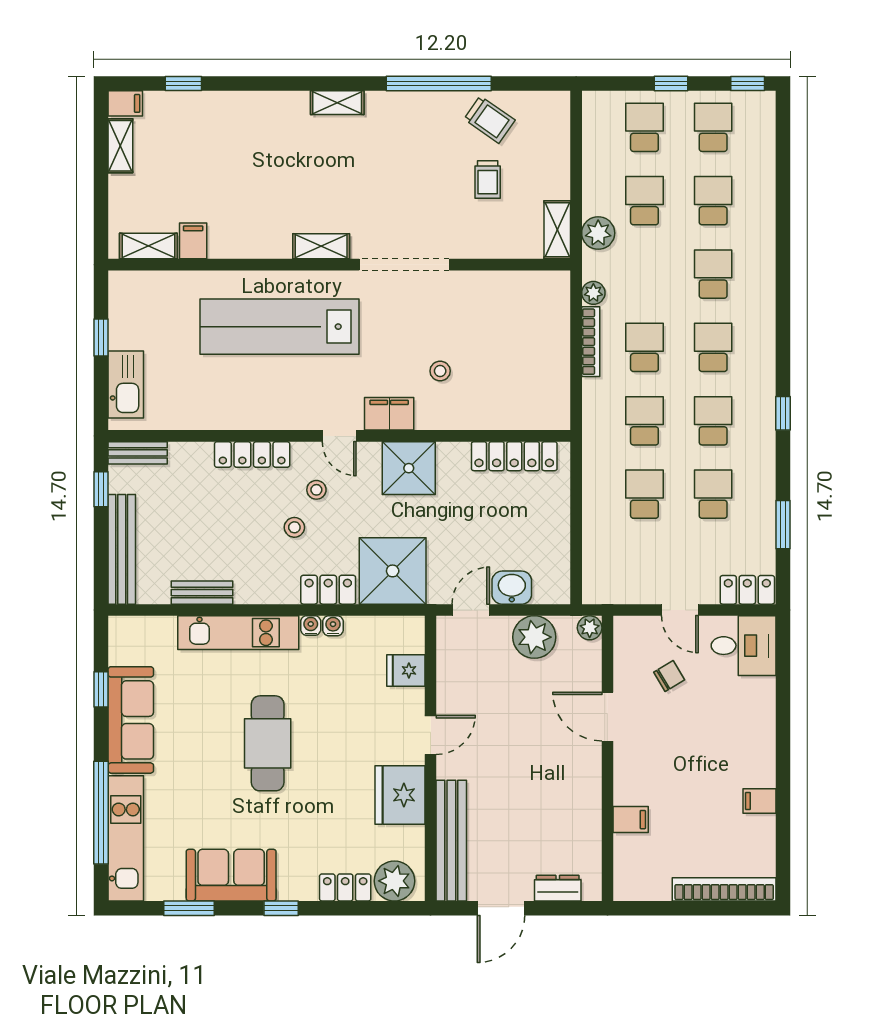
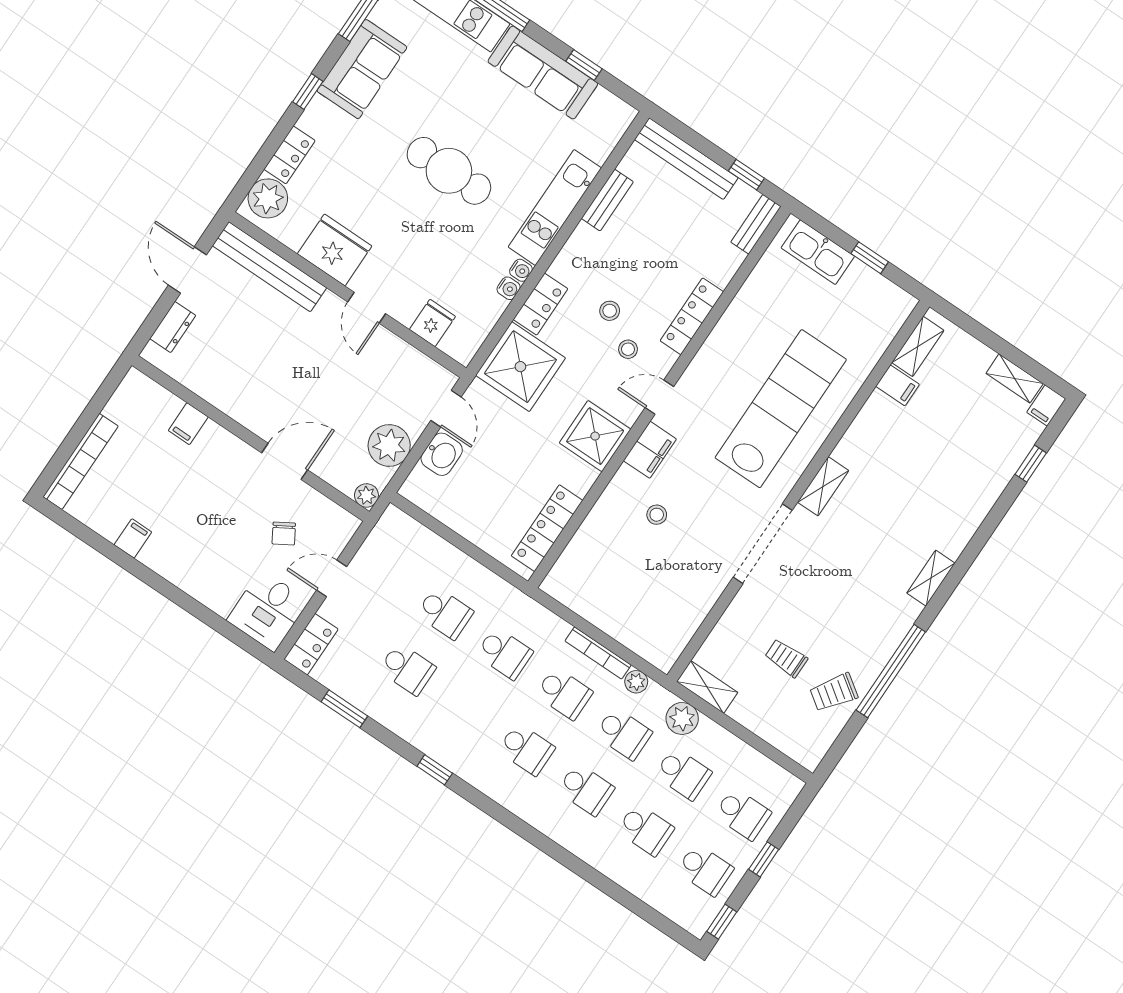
school desk: (713, 421) -> (624, 734), moved

